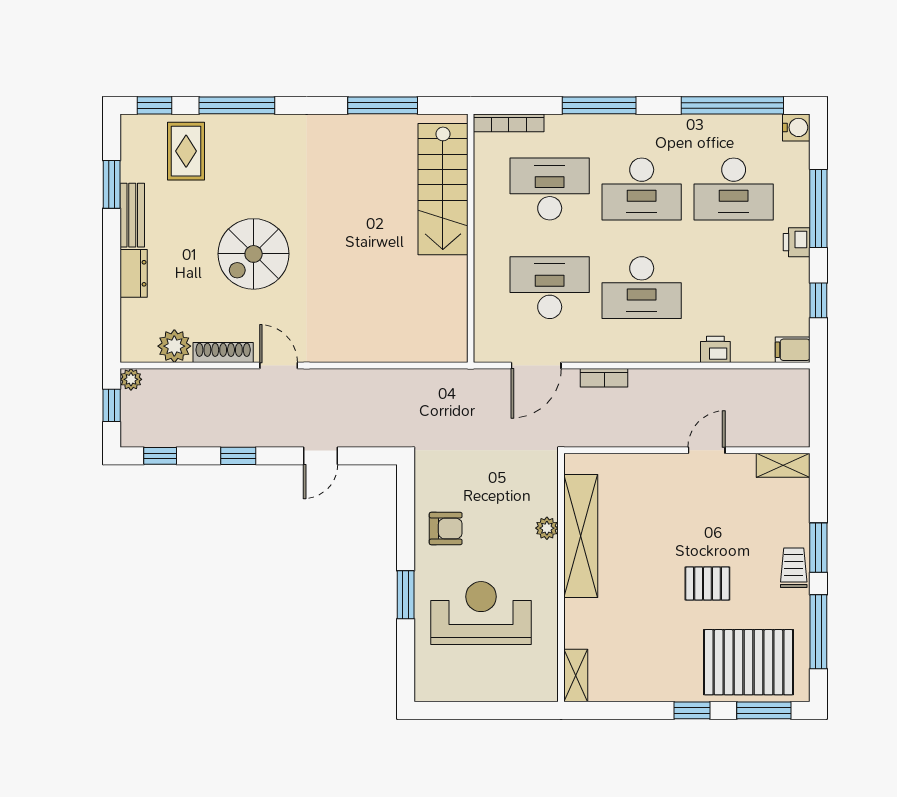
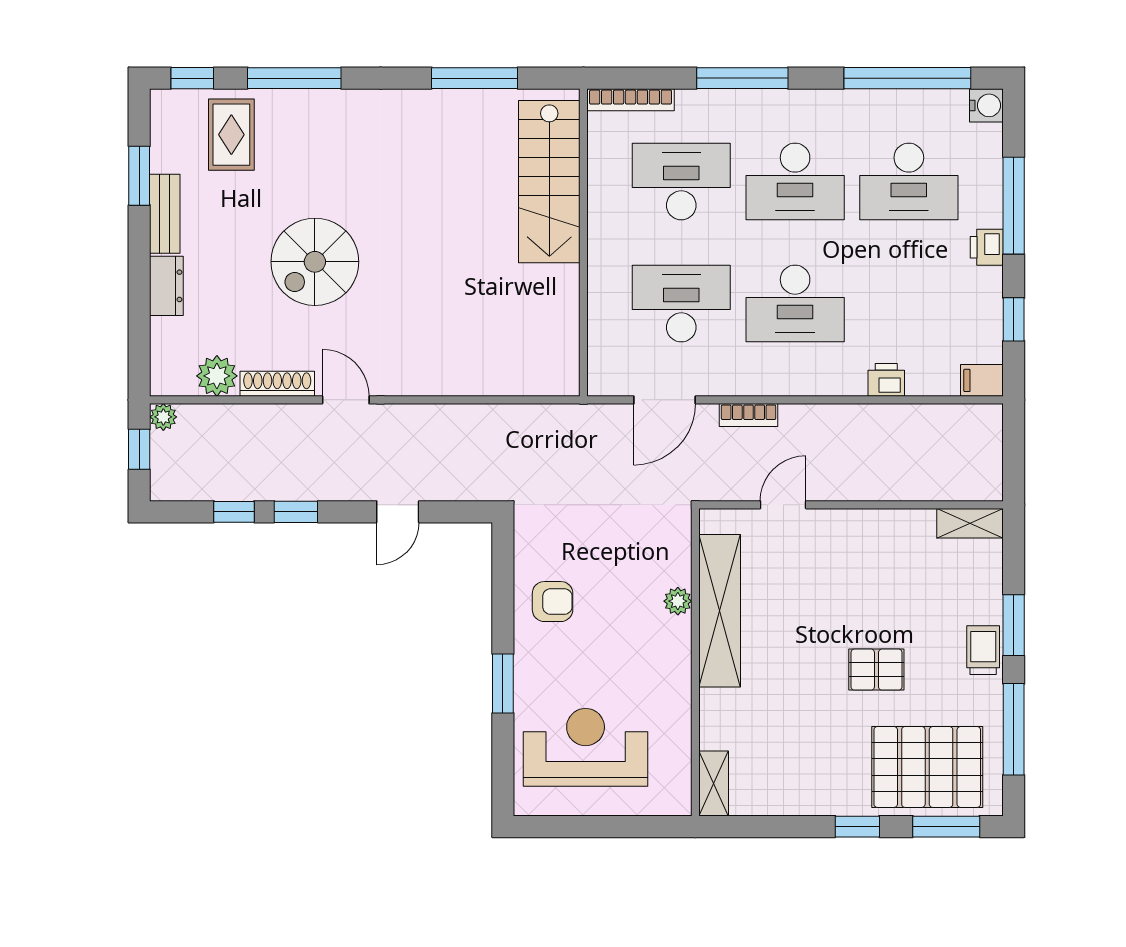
door: (707, 450) -> (783, 505), moved
window: (160, 456) -> (234, 512), moved
reception desk: (481, 613) -> (586, 747), moved

